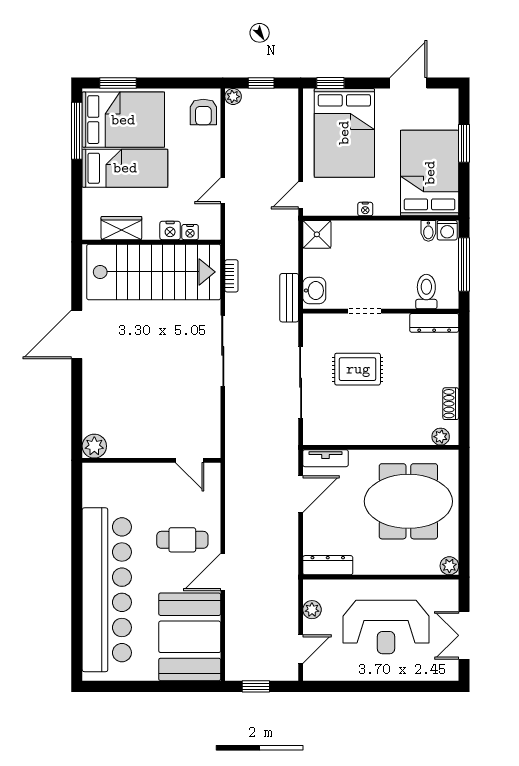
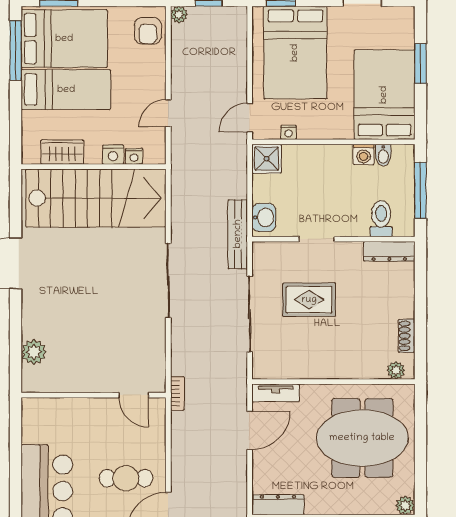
nightstand: (365, 209) -> (289, 132), moved
washing machine: (447, 230) -> (364, 154), moved
bookcase: (231, 276) -> (177, 393), moved
bench: (289, 298) -> (238, 234), width x1.36
plant: (94, 446) -> (34, 352), moved

